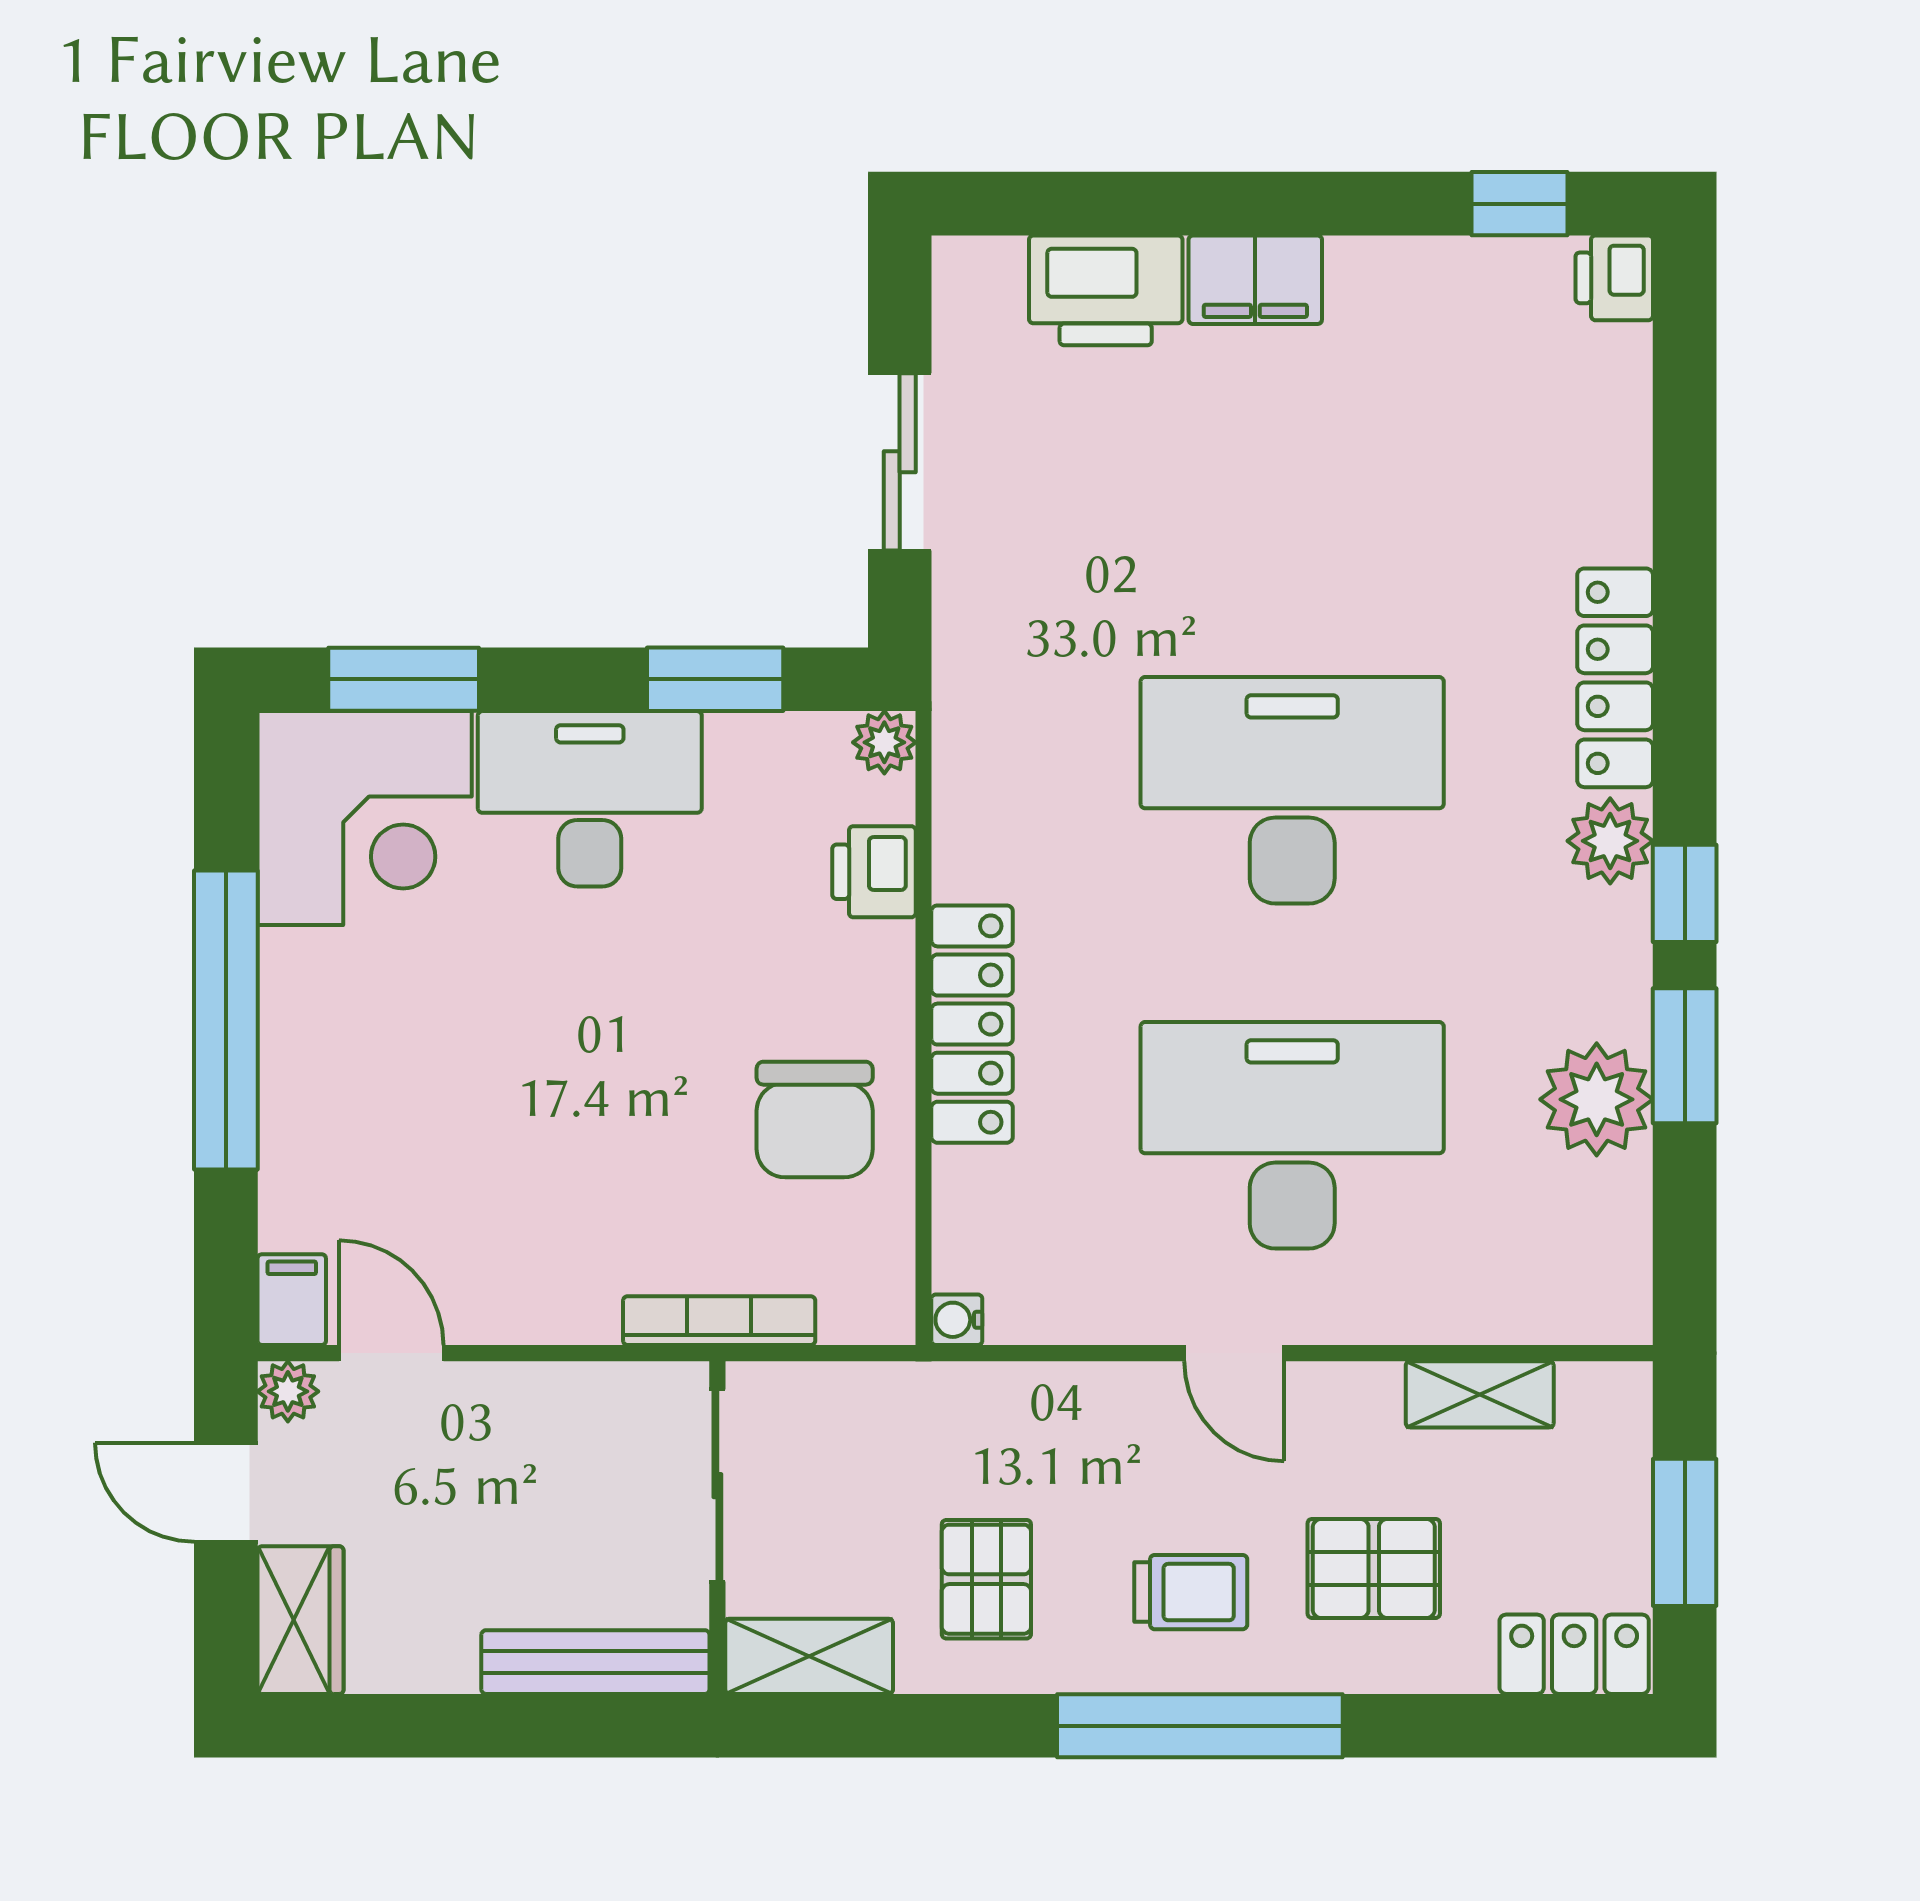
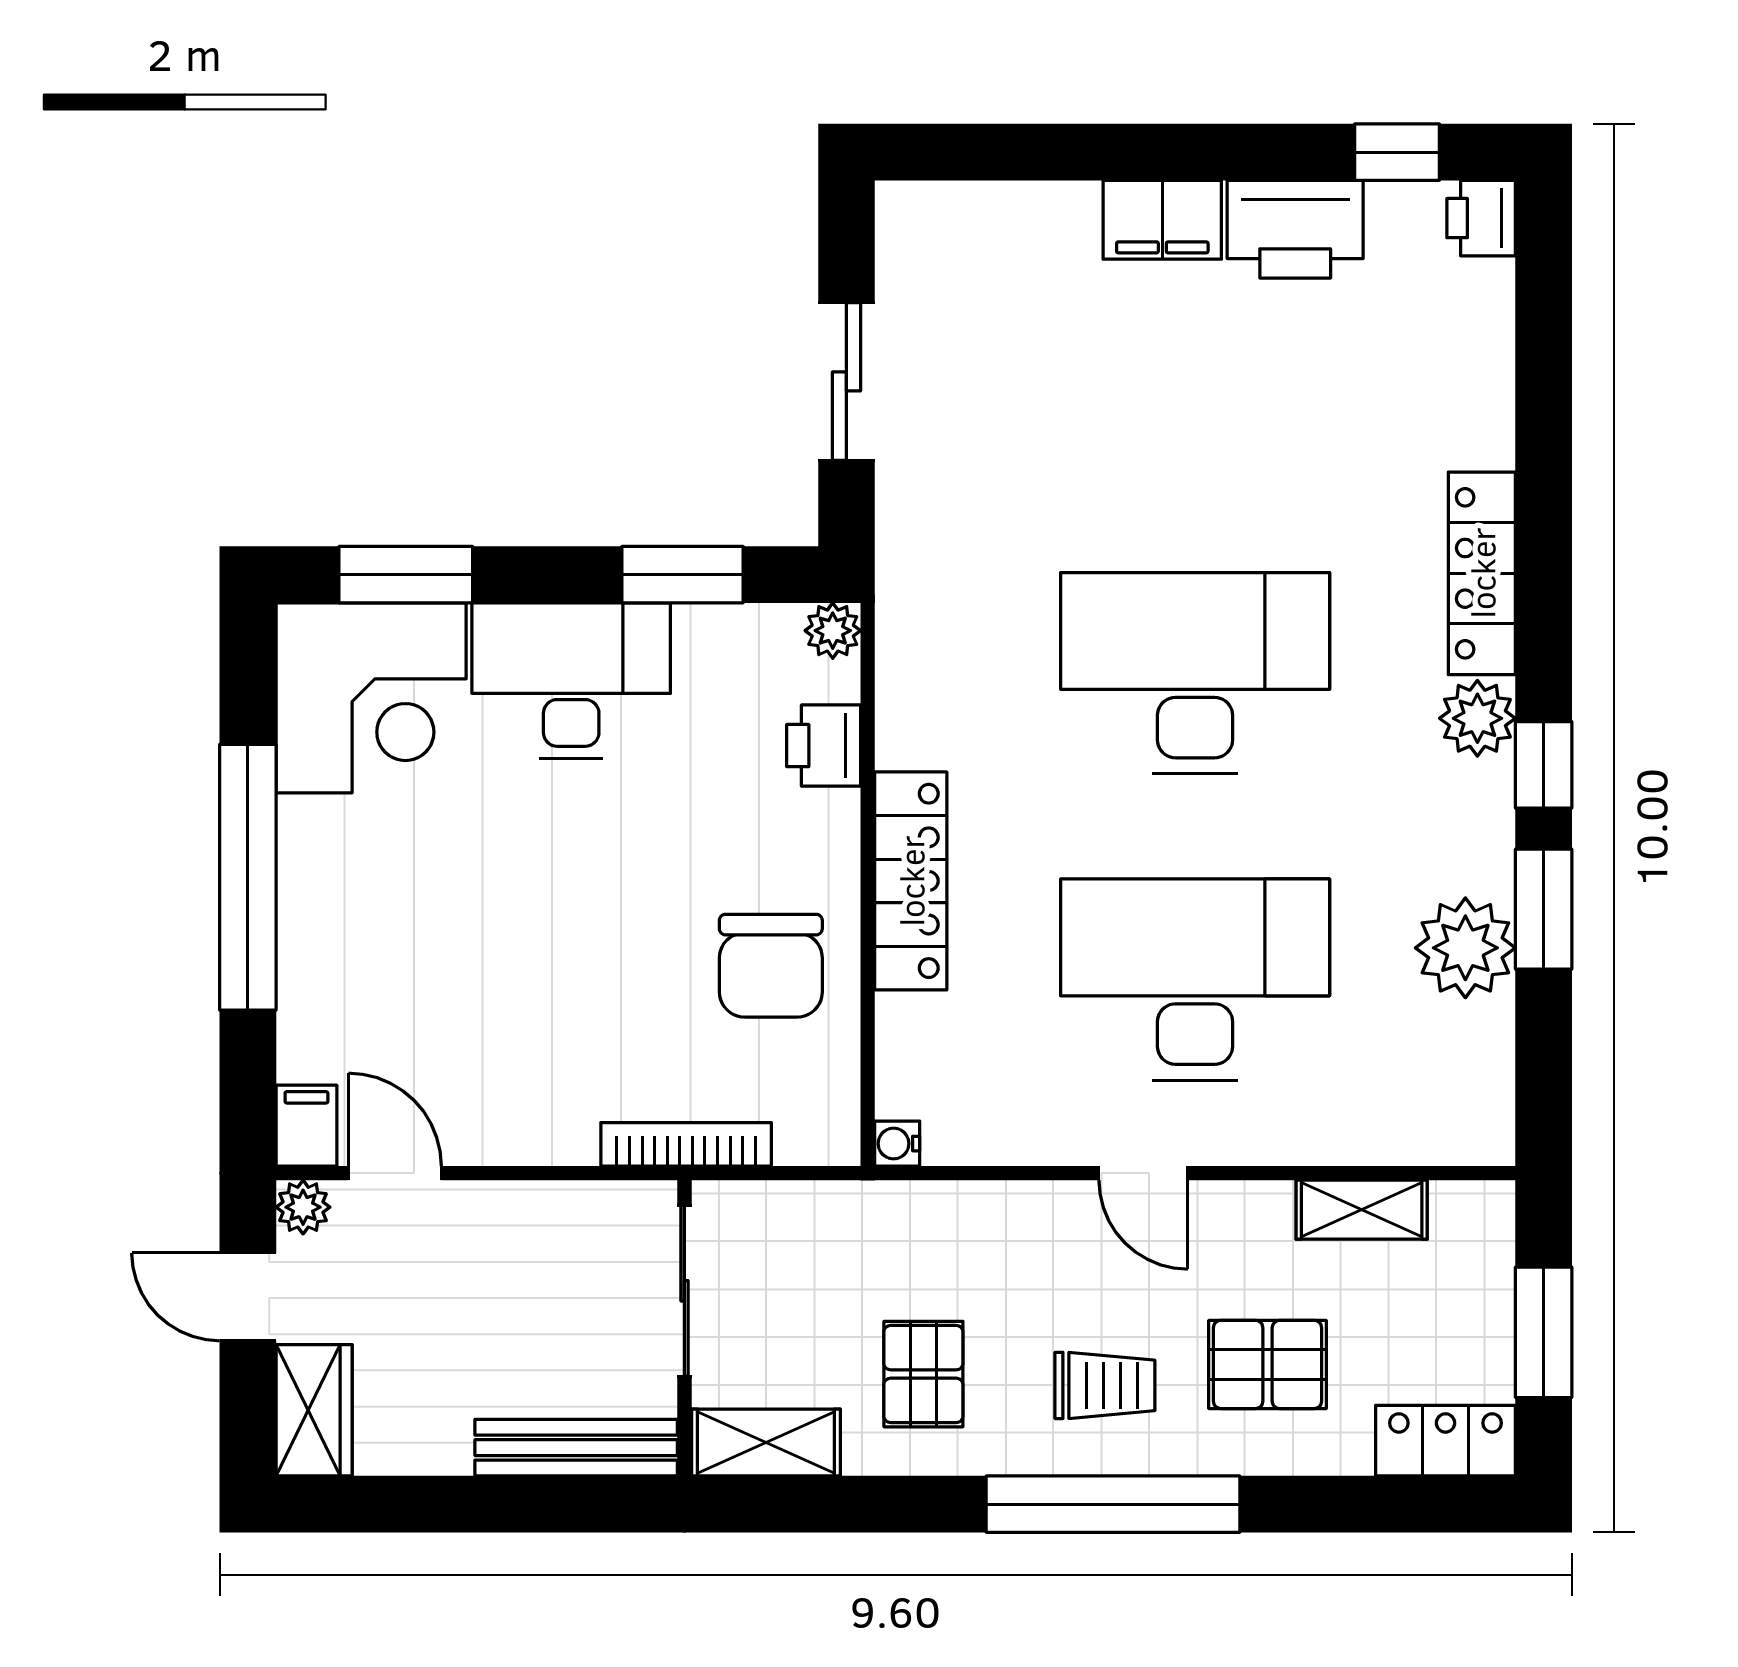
printer: (1106, 290) -> (1295, 229), moved

